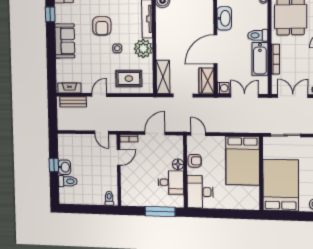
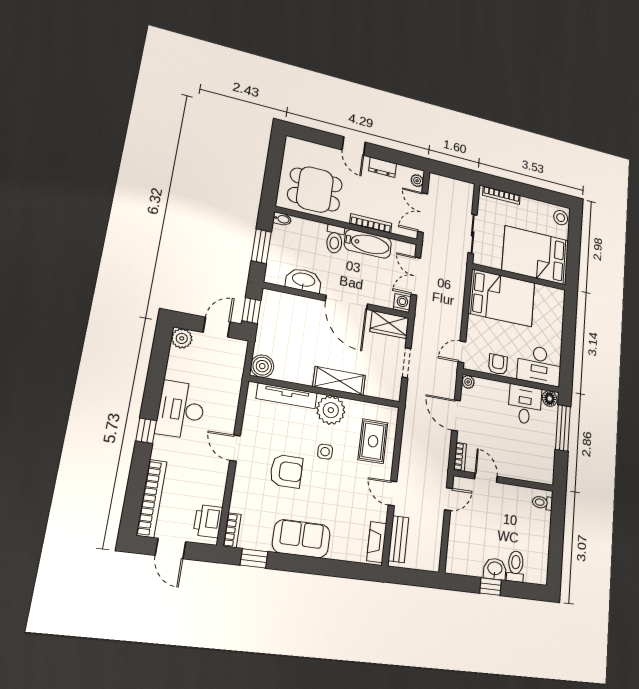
shelving: (163, 77) -> (339, 381), moved
plant: (179, 140) -> (468, 382), added
floor lamp: (178, 164) -> (550, 399), moved

